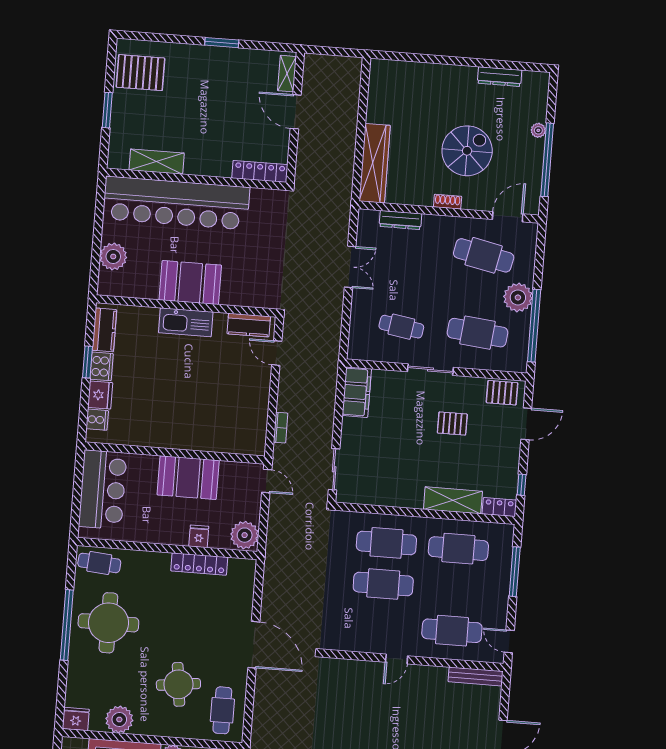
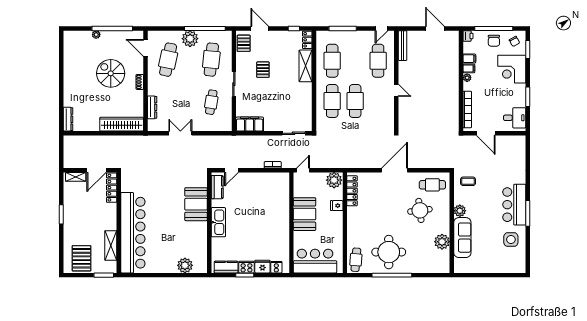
dresser: (500, 77) -> (68, 119), moved
shelving: (157, 162) -> (111, 245), moved
locker: (260, 171) -> (112, 188), moved
wall: (196, 179) -> (119, 223), moved
bar counter: (176, 203) -> (133, 233), moved
booth: (190, 283) -> (196, 204), moved
locker: (199, 564) -> (352, 191), moved
fridge: (76, 719) -> (444, 266), removed

